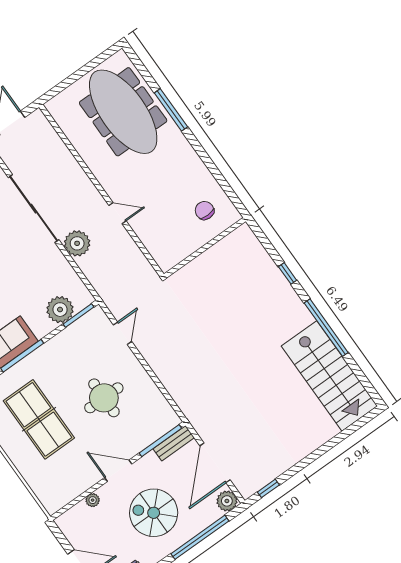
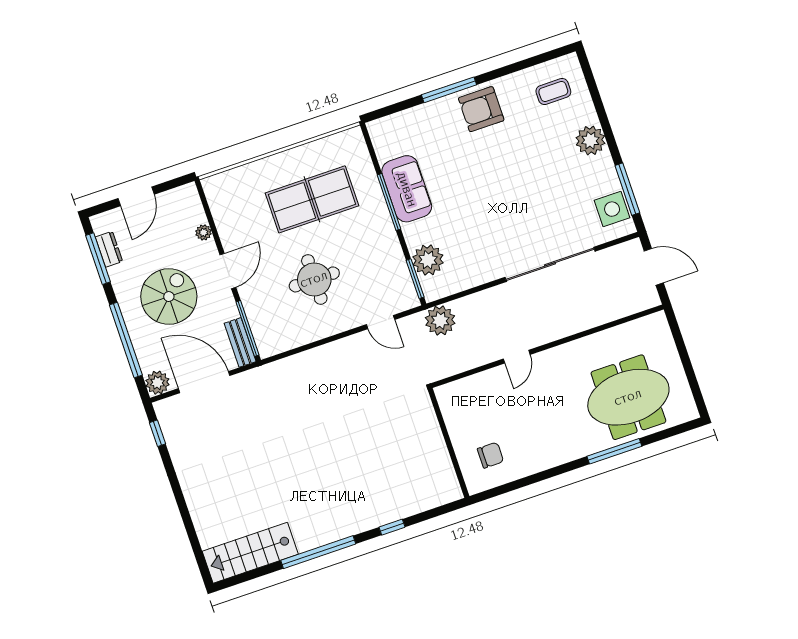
meeting table: (123, 112) -> (628, 397), width x0.73
plant: (77, 243) -> (440, 321), moved
stairs: (329, 376) -> (250, 553), width x0.73, depth x0.66

